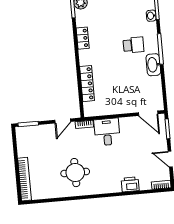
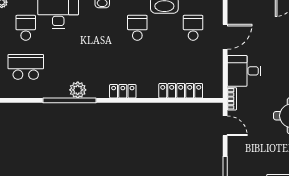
school desk: (137, 89) -> (193, 28), added
door: (148, 113) -> (225, 37), moved

